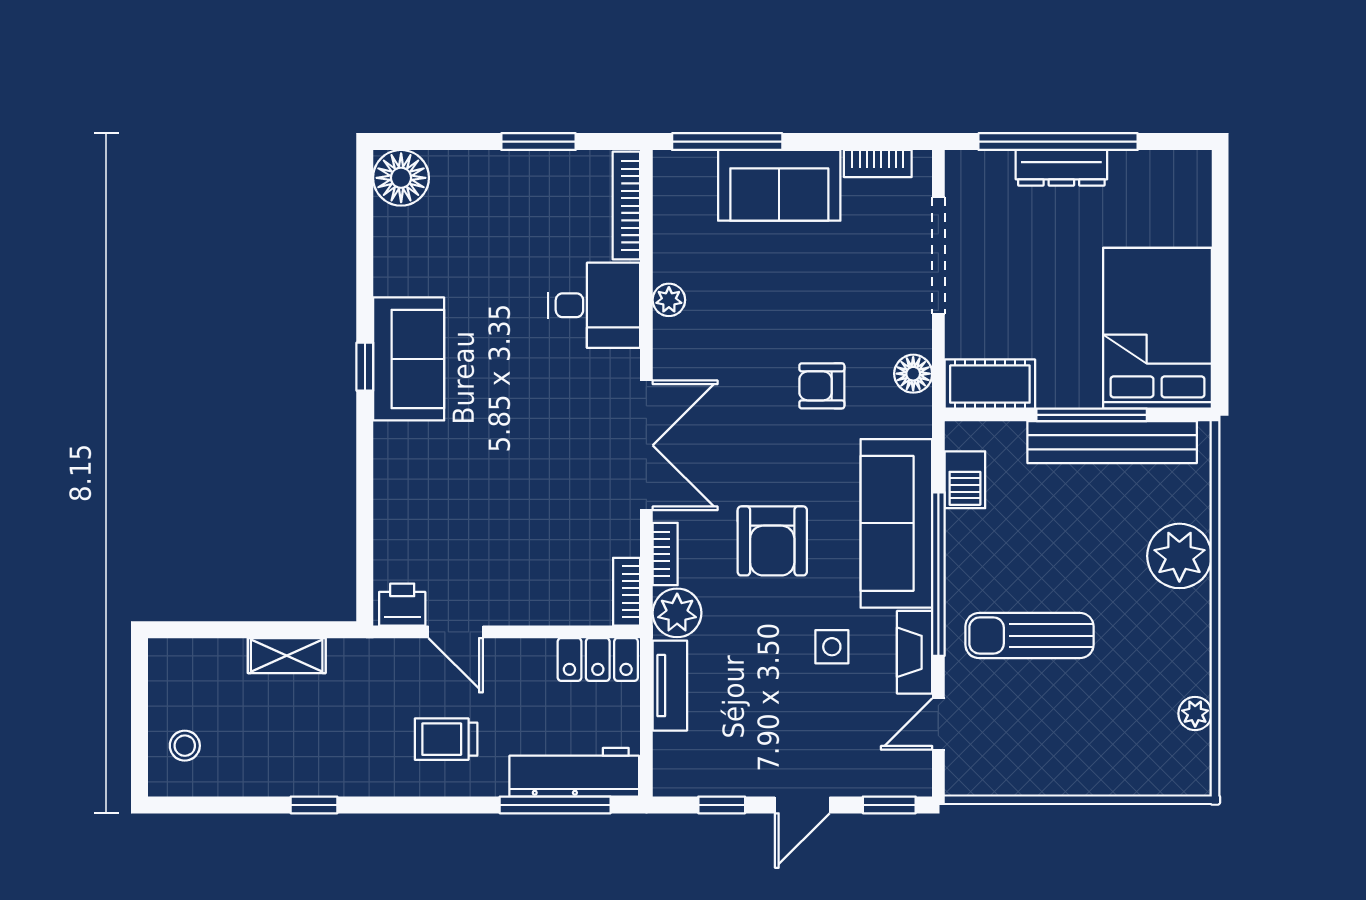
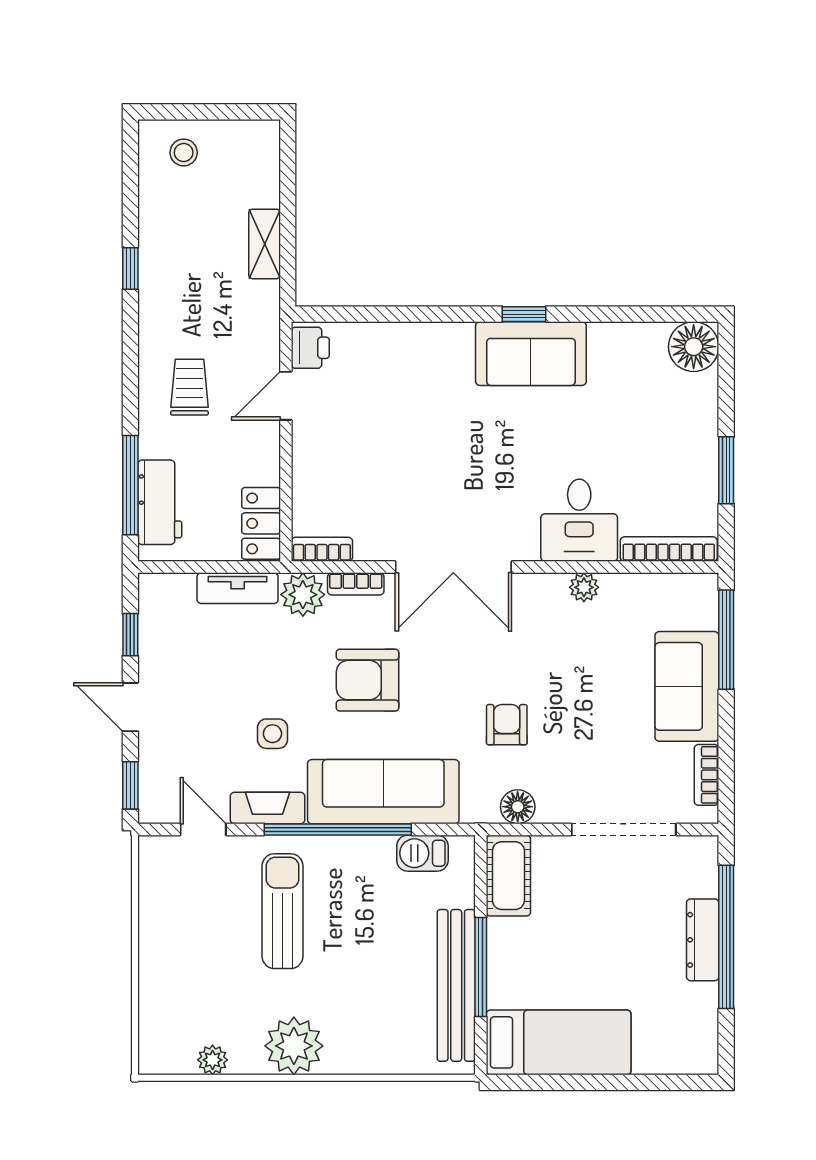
bed: (1157, 328) -> (559, 1042), width x0.67
plant: (1179, 556) -> (294, 1046), moved
workbench: (574, 772) -> (160, 502), width x0.73

